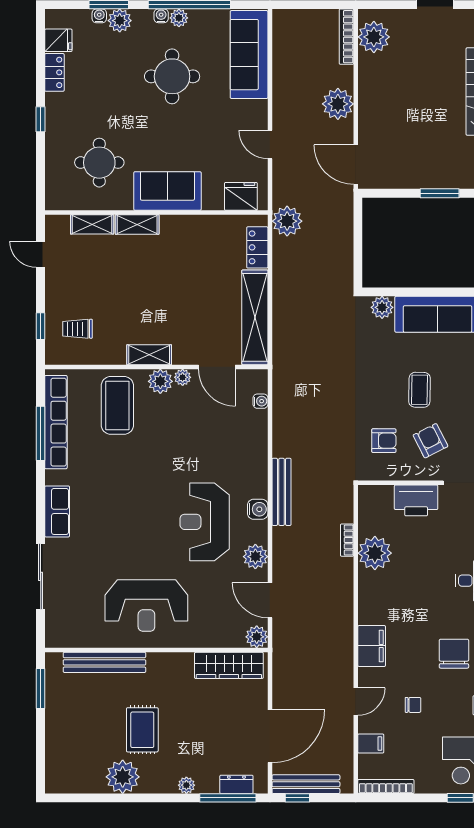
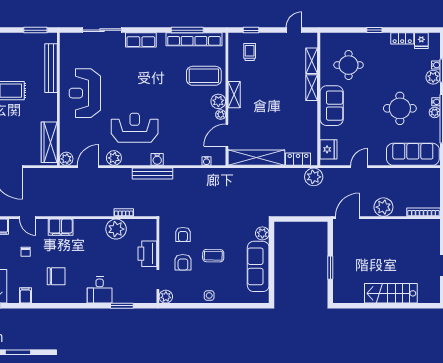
plant: (374, 37) -> (423, 228), removed
armchair: (430, 441) -> (183, 262), turned 117
water cooler: (258, 509) -> (157, 159), moved

